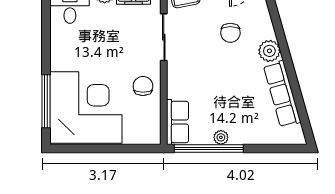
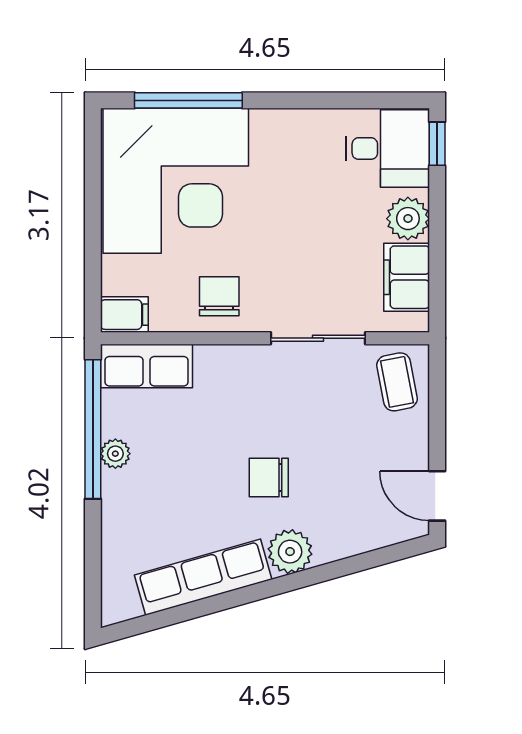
chair: (230, 33) -> (269, 478), moved
chair: (143, 86) -> (219, 296), turned -90
filing cabinet: (152, 133) -> (124, 315), added

